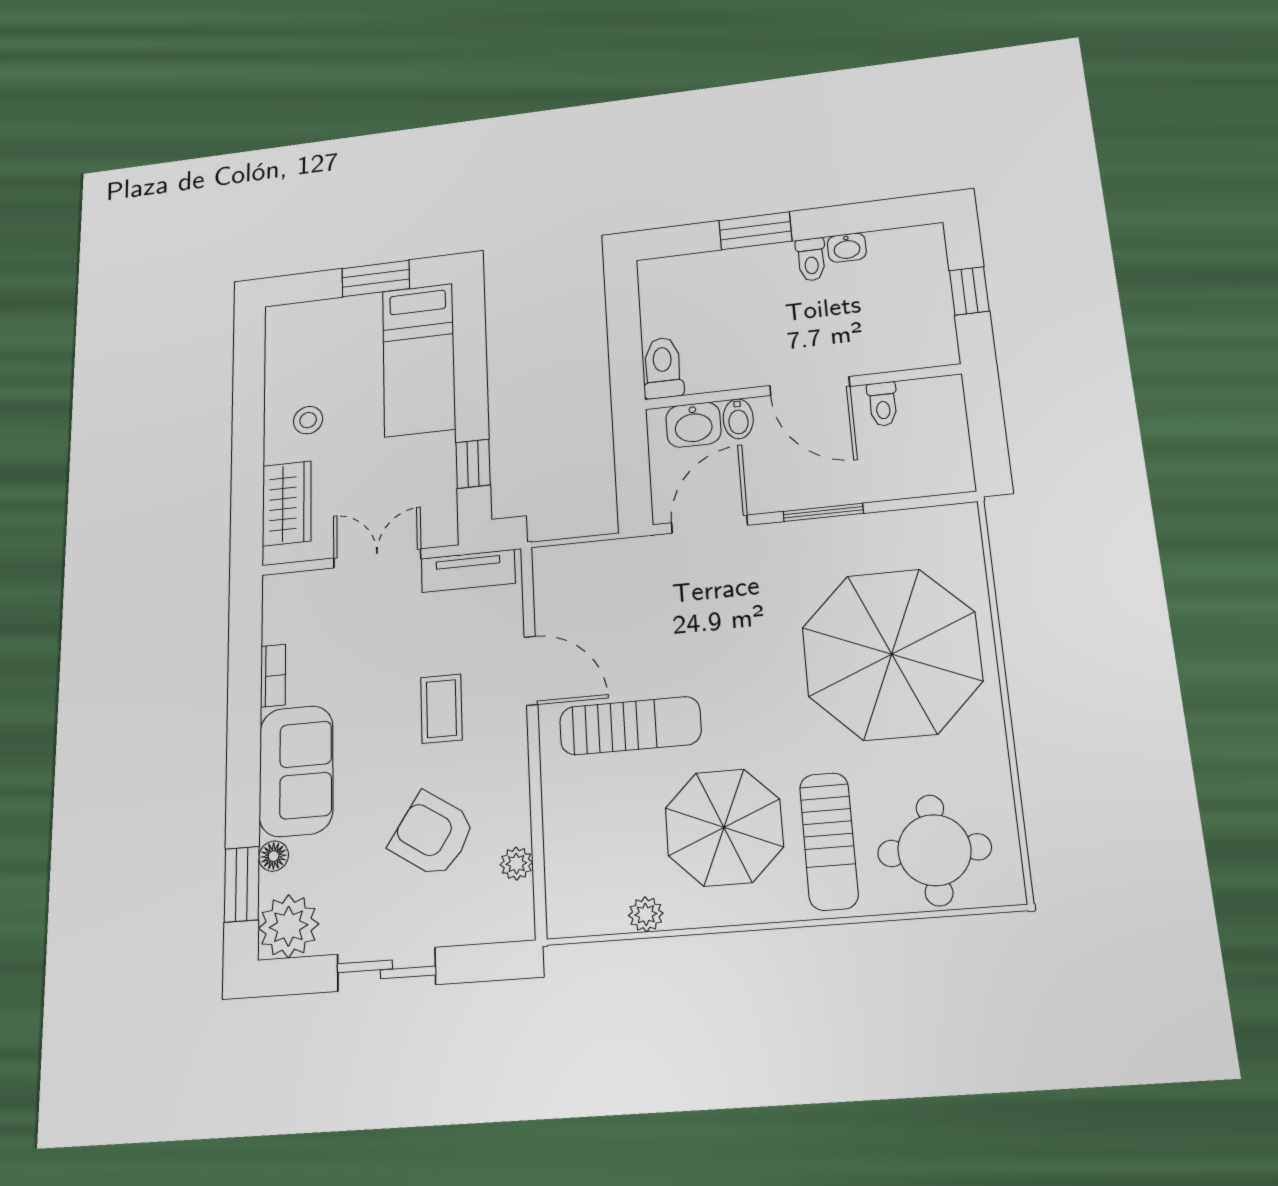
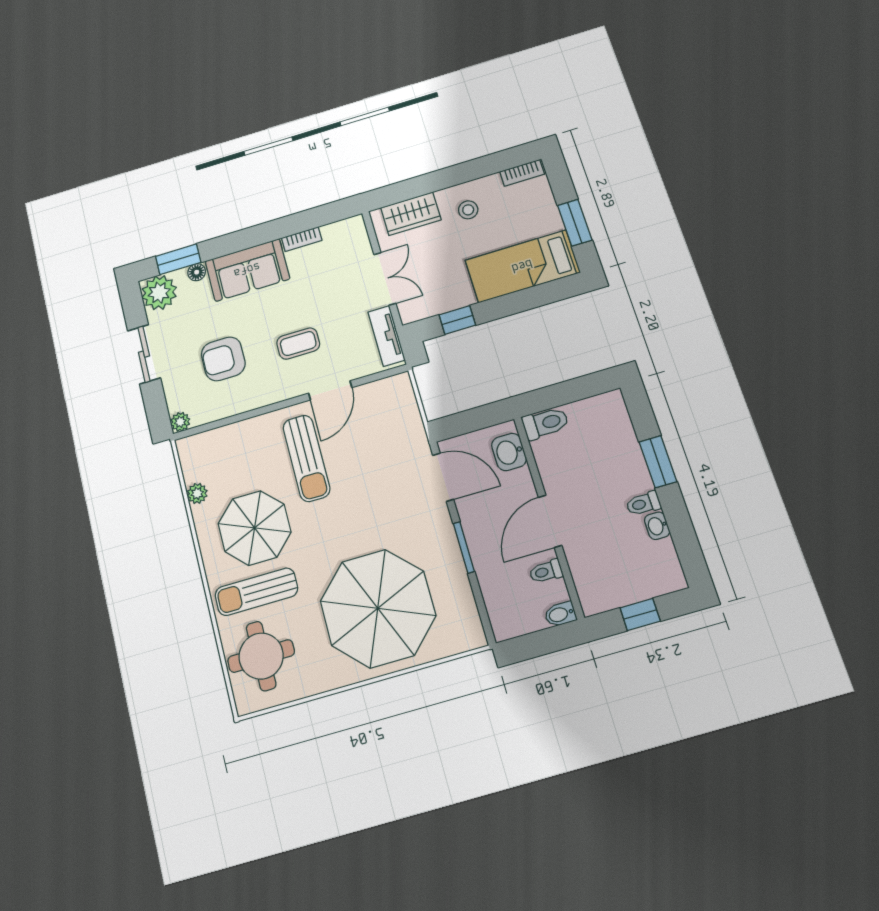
bookcase: (277, 336) -> (522, 173), added
bidet: (738, 419) -> (560, 614), moved
armchair: (432, 835) -> (223, 359), turned -123
plant: (516, 864) -> (180, 422), moved

